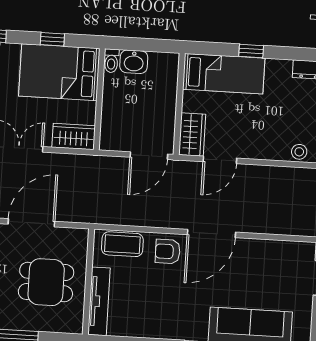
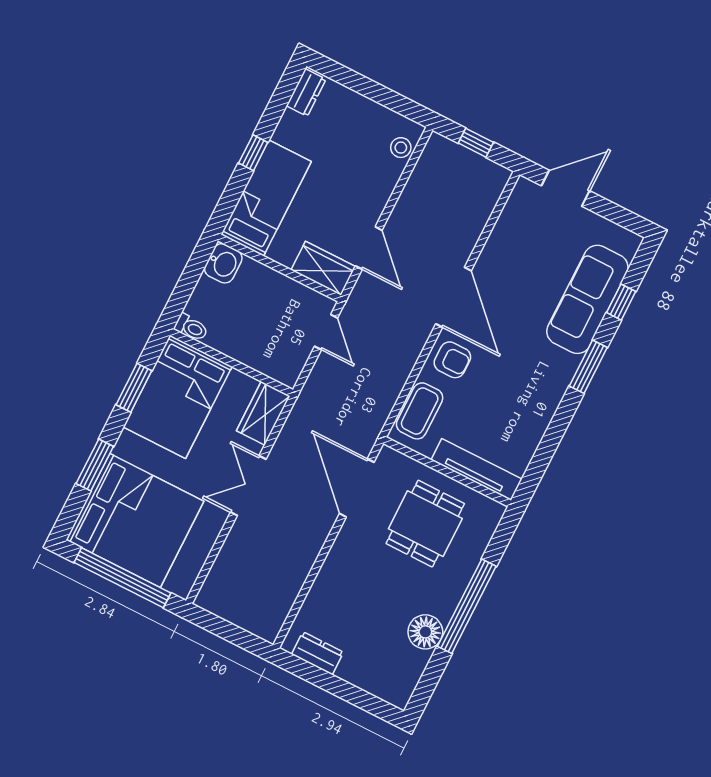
window: (52, 39) -> (134, 388), width x1.50
washbasin: (134, 62) -> (223, 263), moved
door: (149, 156) -> (326, 332), width x0.73
door: (31, 223) -> (357, 488), moved
armchair: (168, 252) -> (452, 360), turned -90

